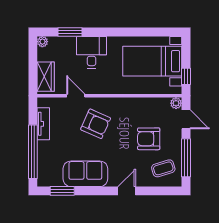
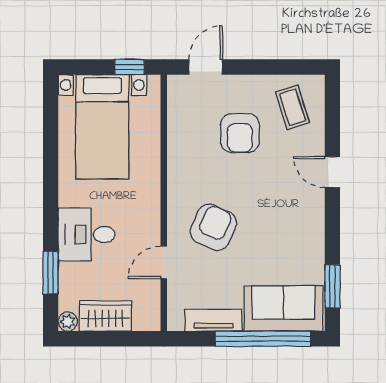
wardrobe: (46, 77) -> (106, 316), moved
plant: (176, 103) -> (177, 85), removed
window: (186, 158) -> (274, 67), removed
sofa: (85, 174) -> (283, 308), moved, turned 90

